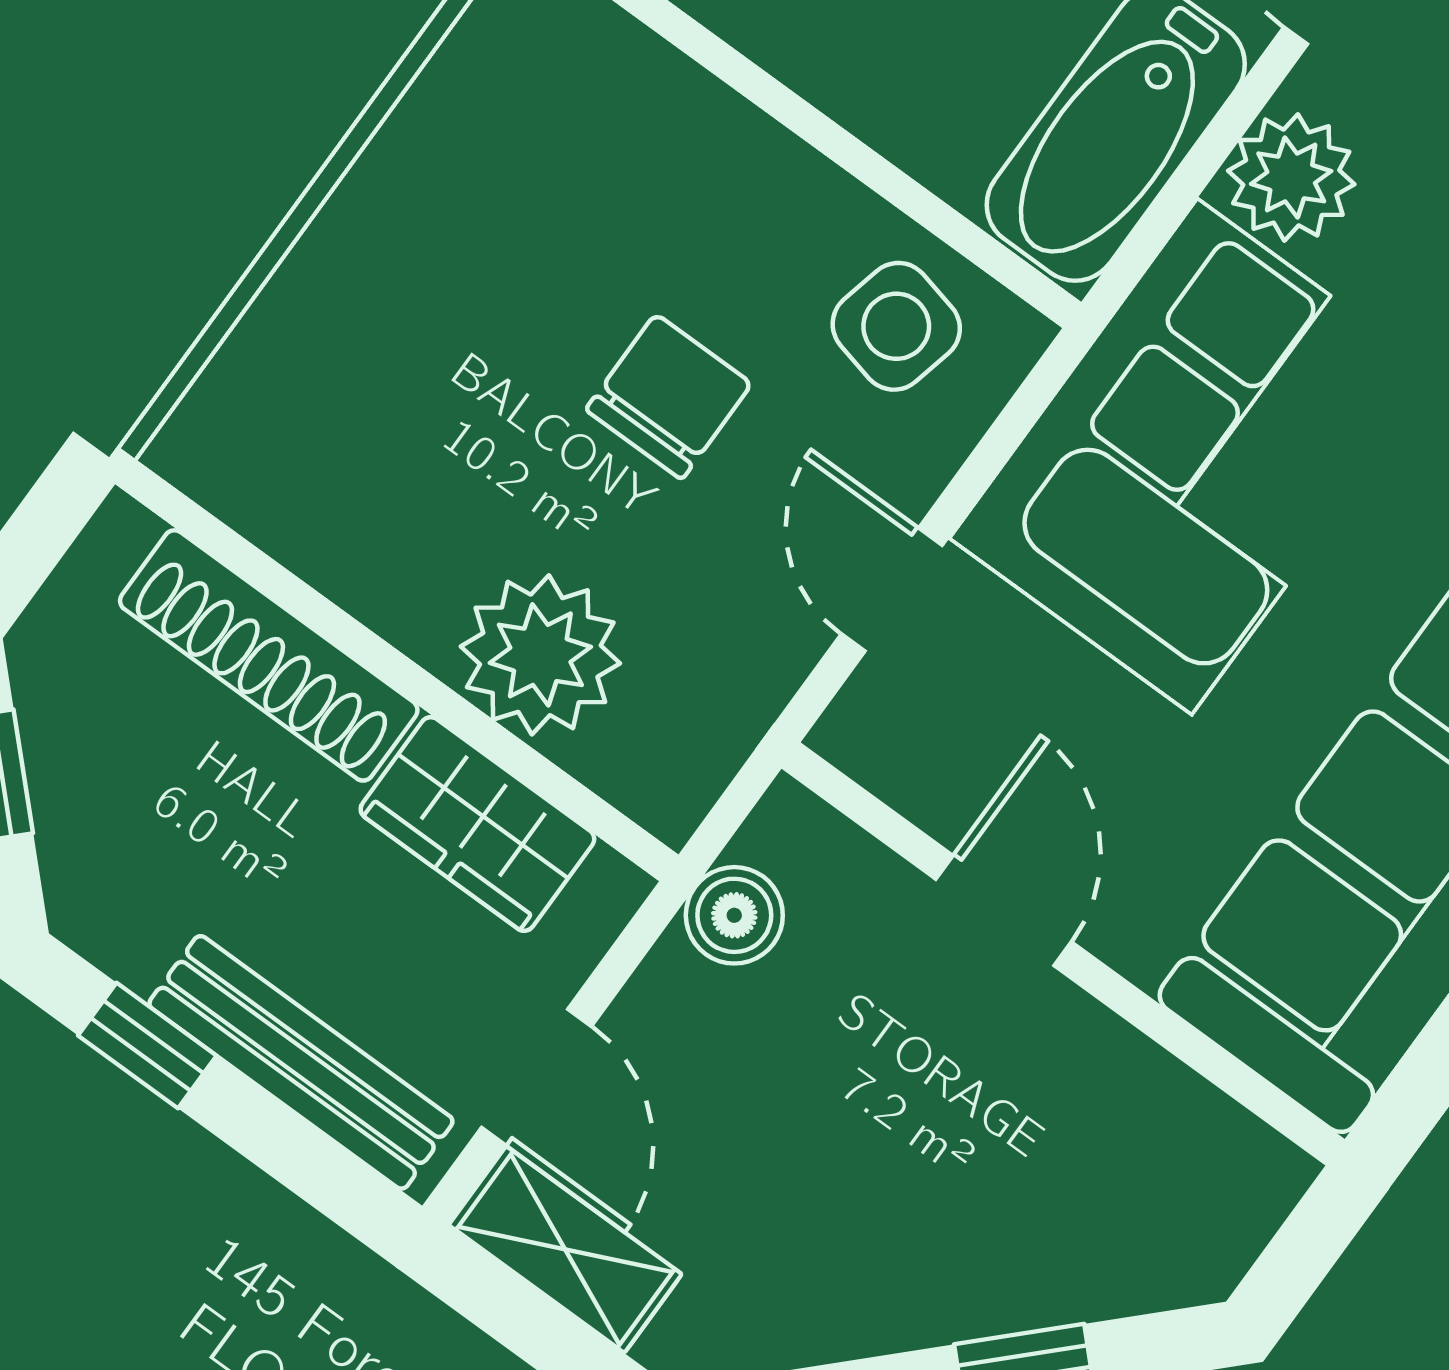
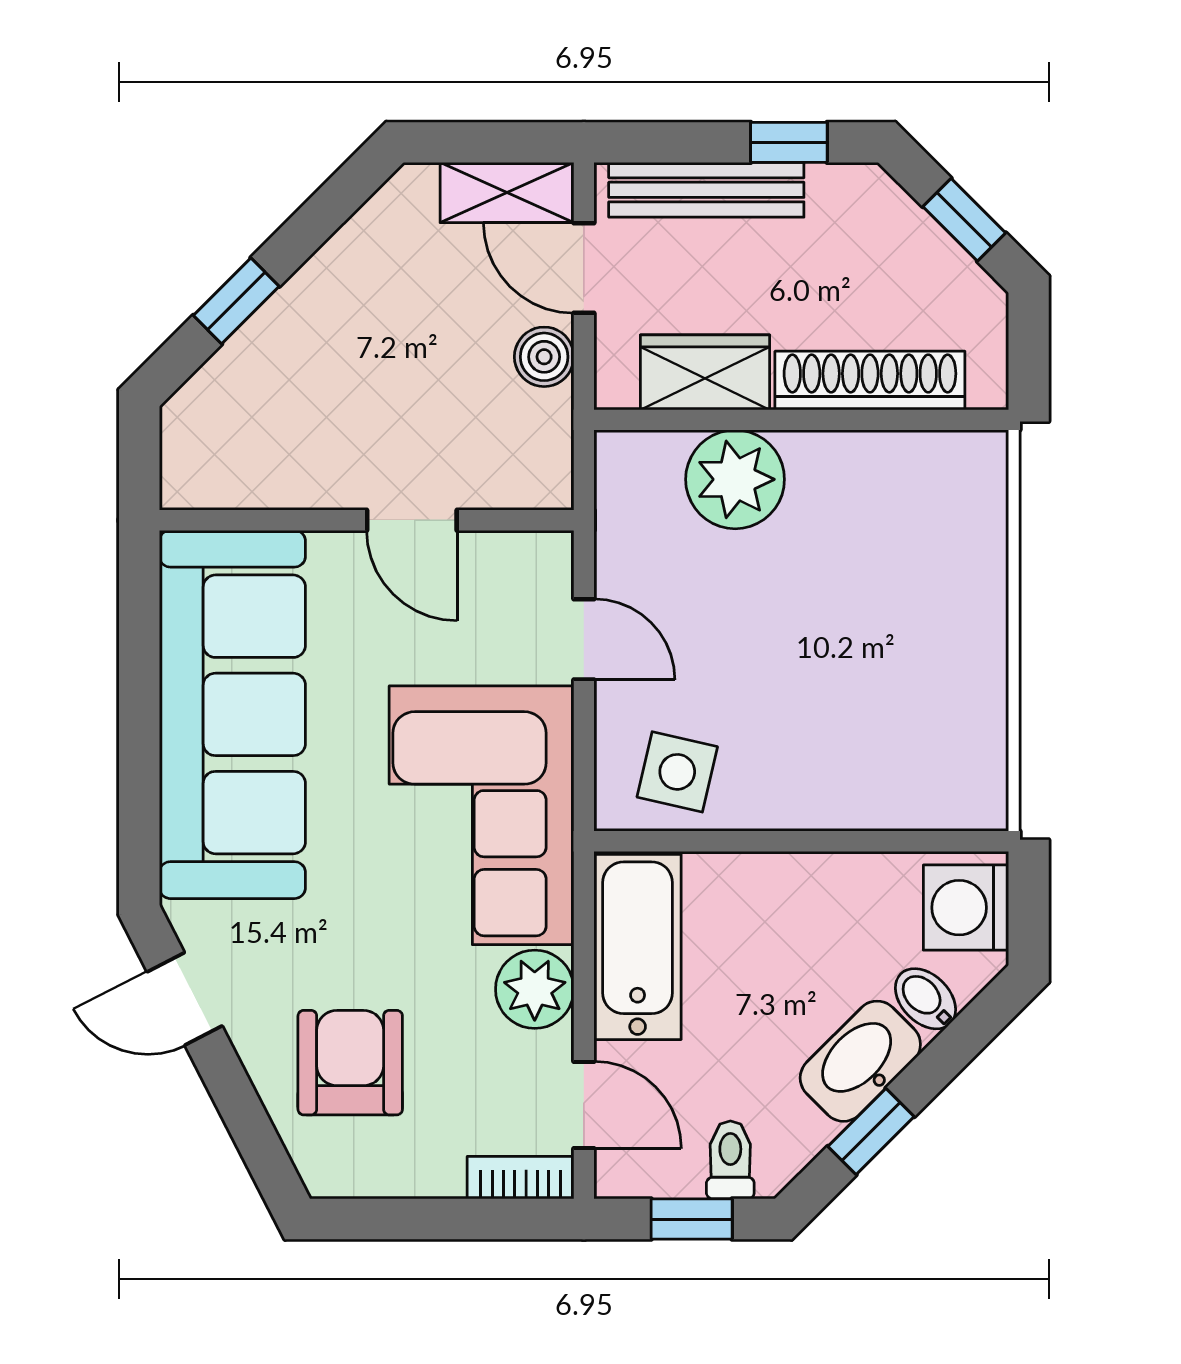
chair: (669, 397) -> (765, 654), removed
boiler: (734, 915) -> (544, 357), moved

